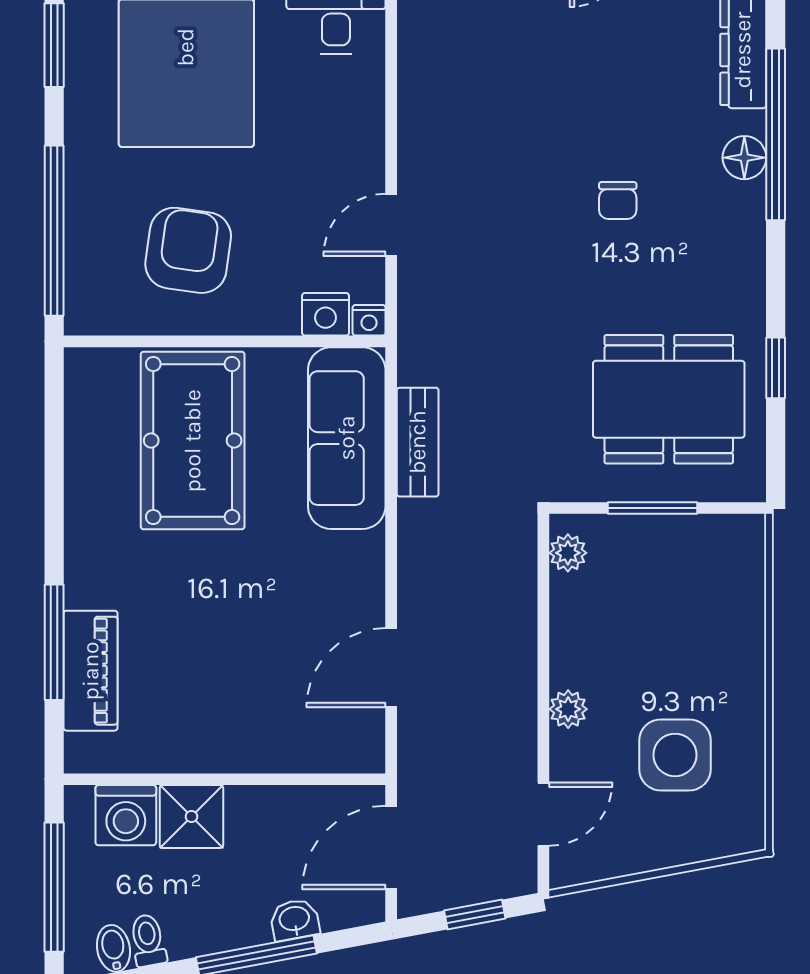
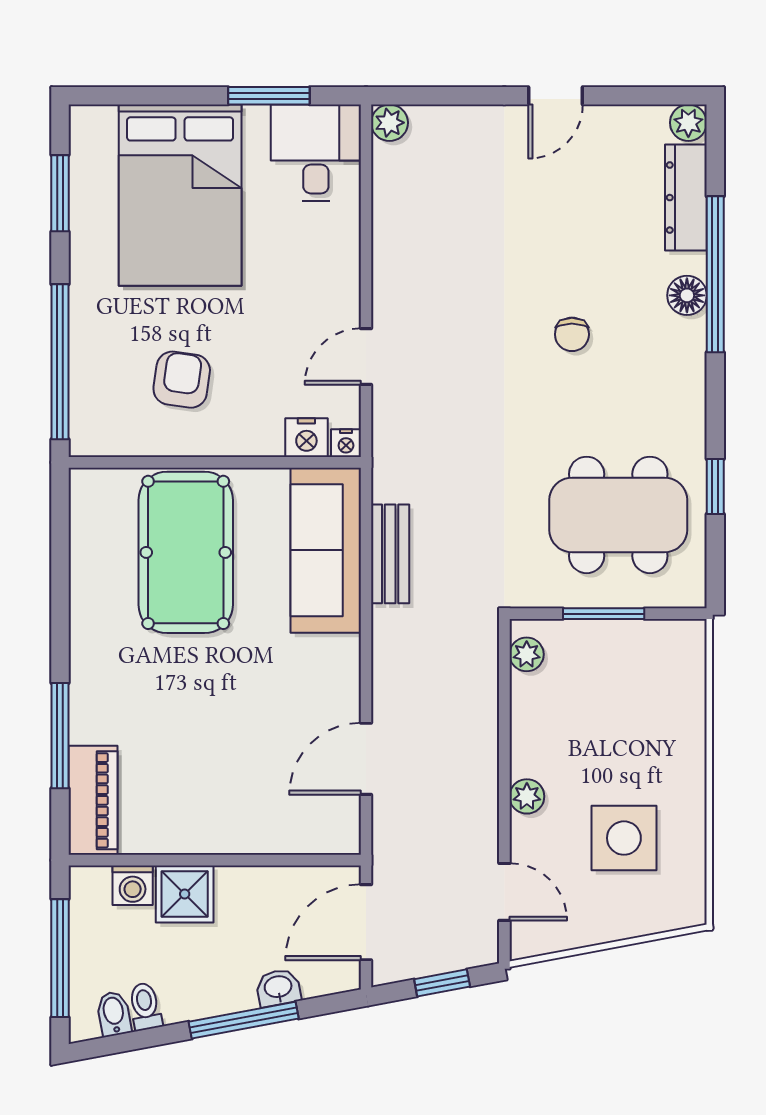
armchair: (188, 250) -> (182, 380), width x0.72, depth x0.72
piano: (91, 671) -> (93, 800), moved
door: (543, 814) -> (504, 892), hinge flipped
washing machine: (126, 815) -> (133, 885), width x0.73, depth x0.73

